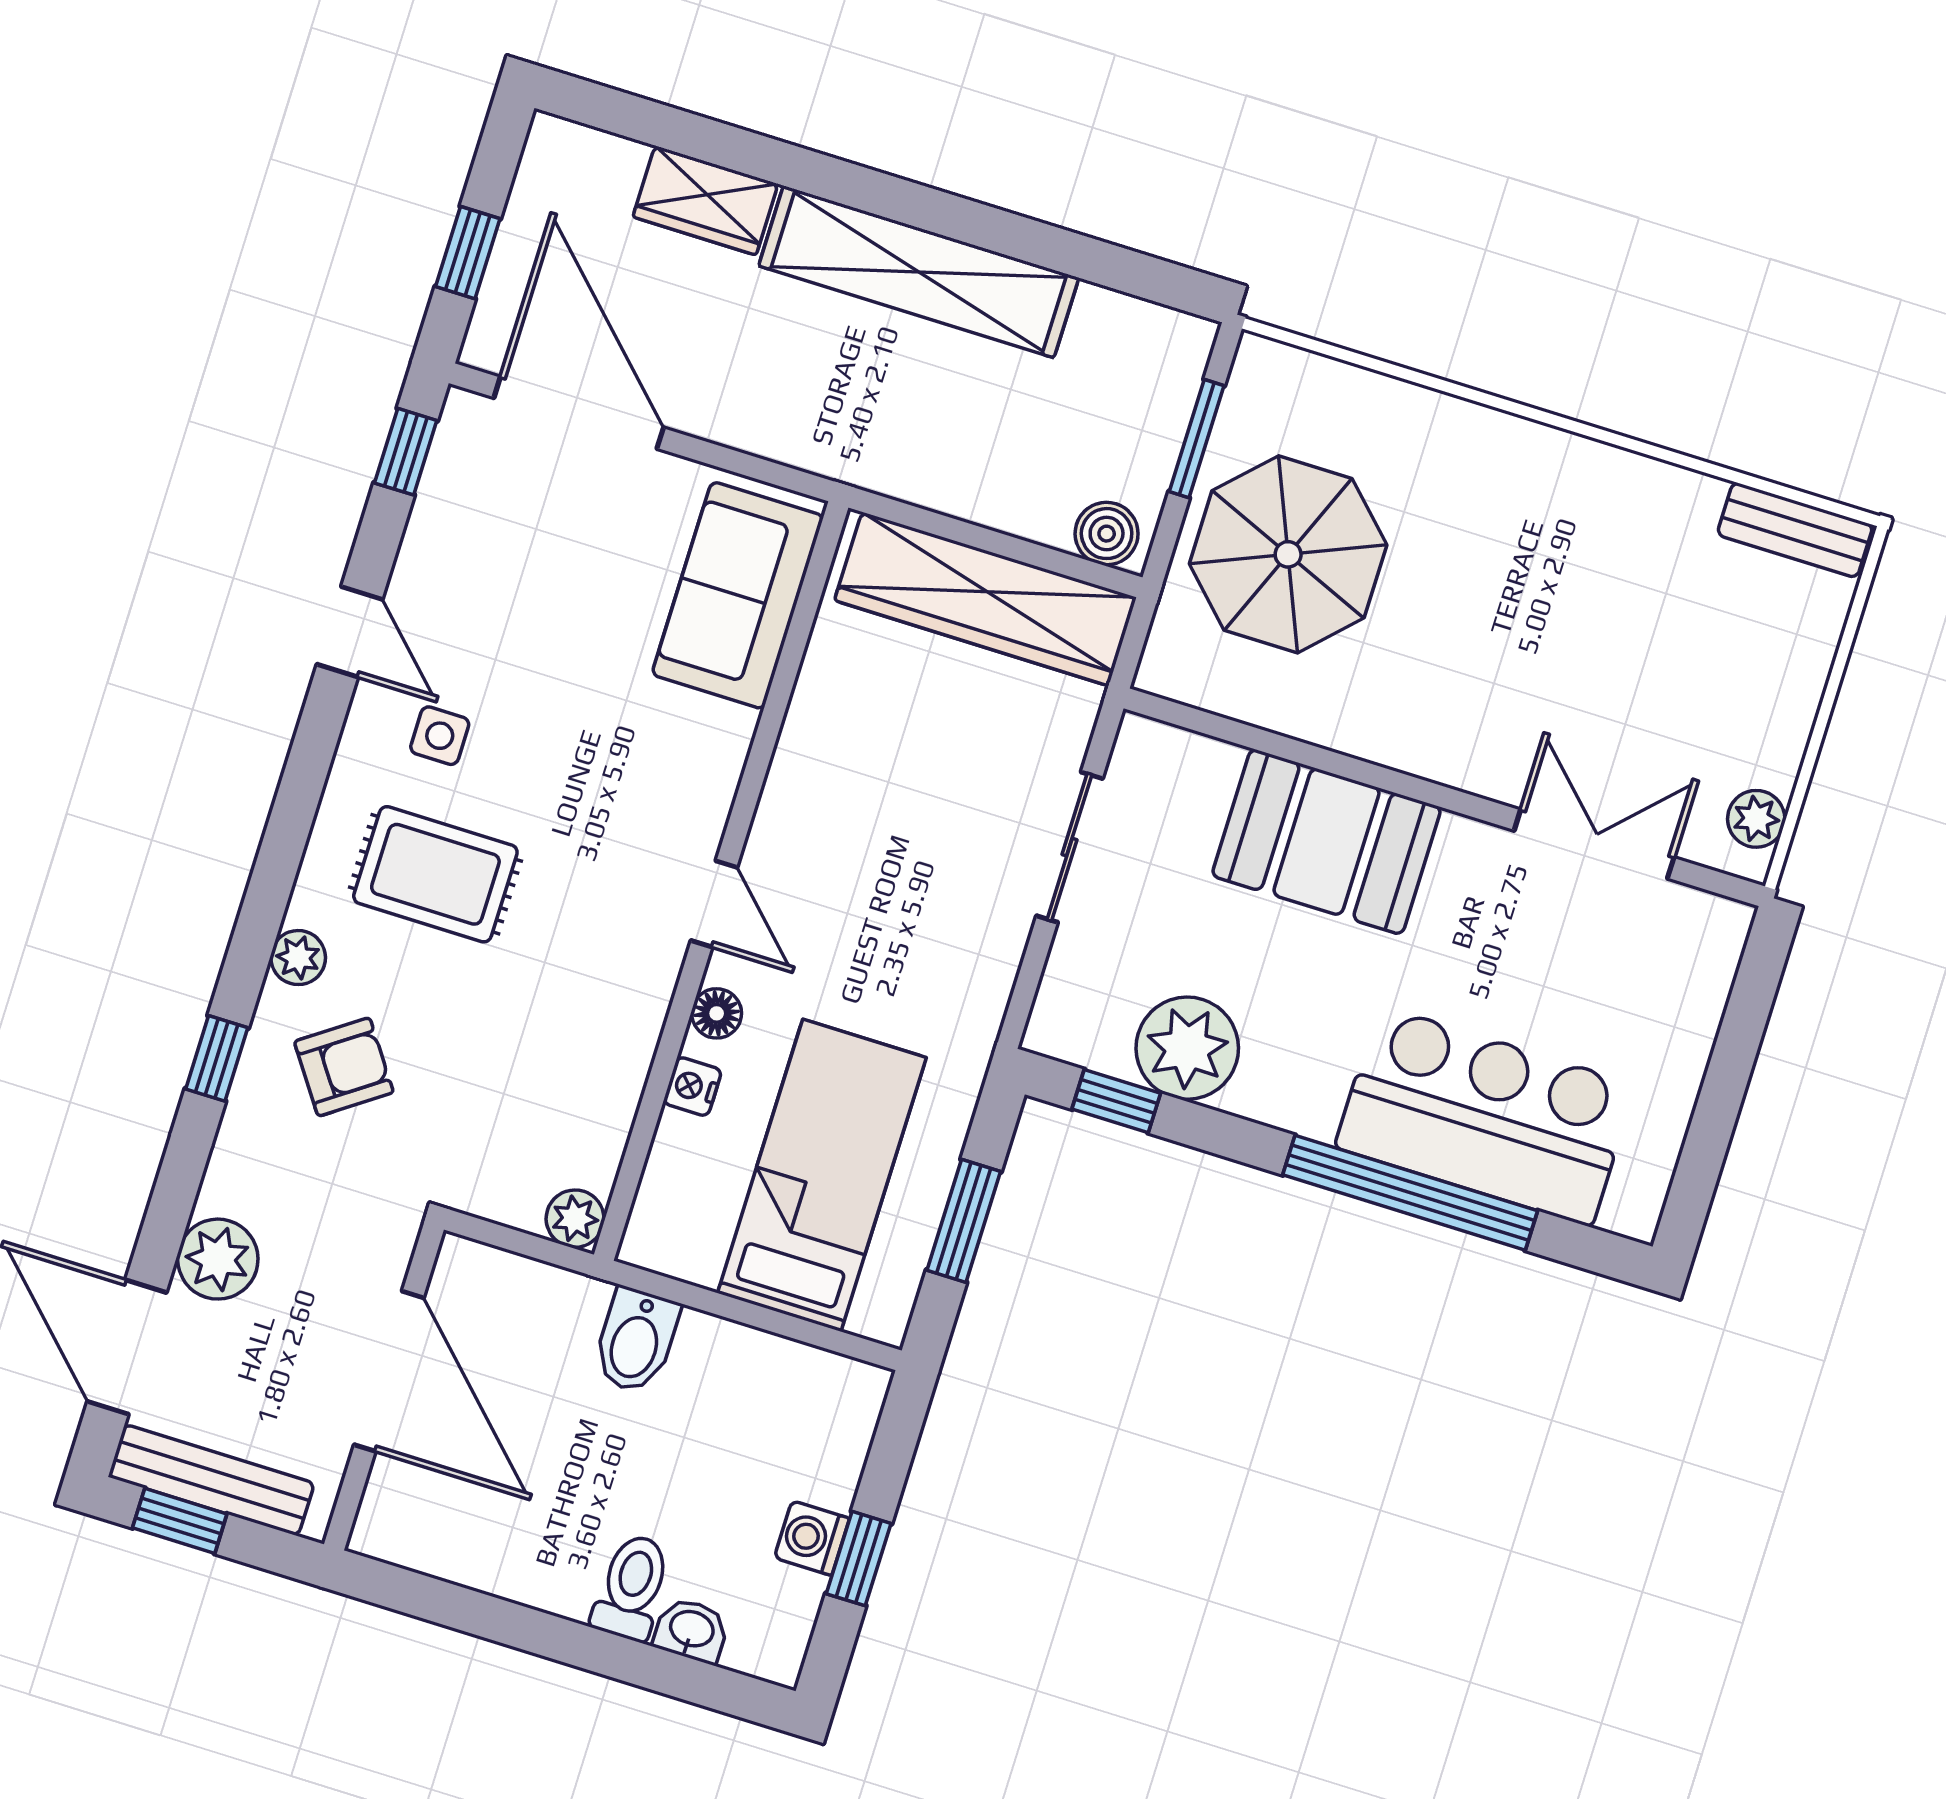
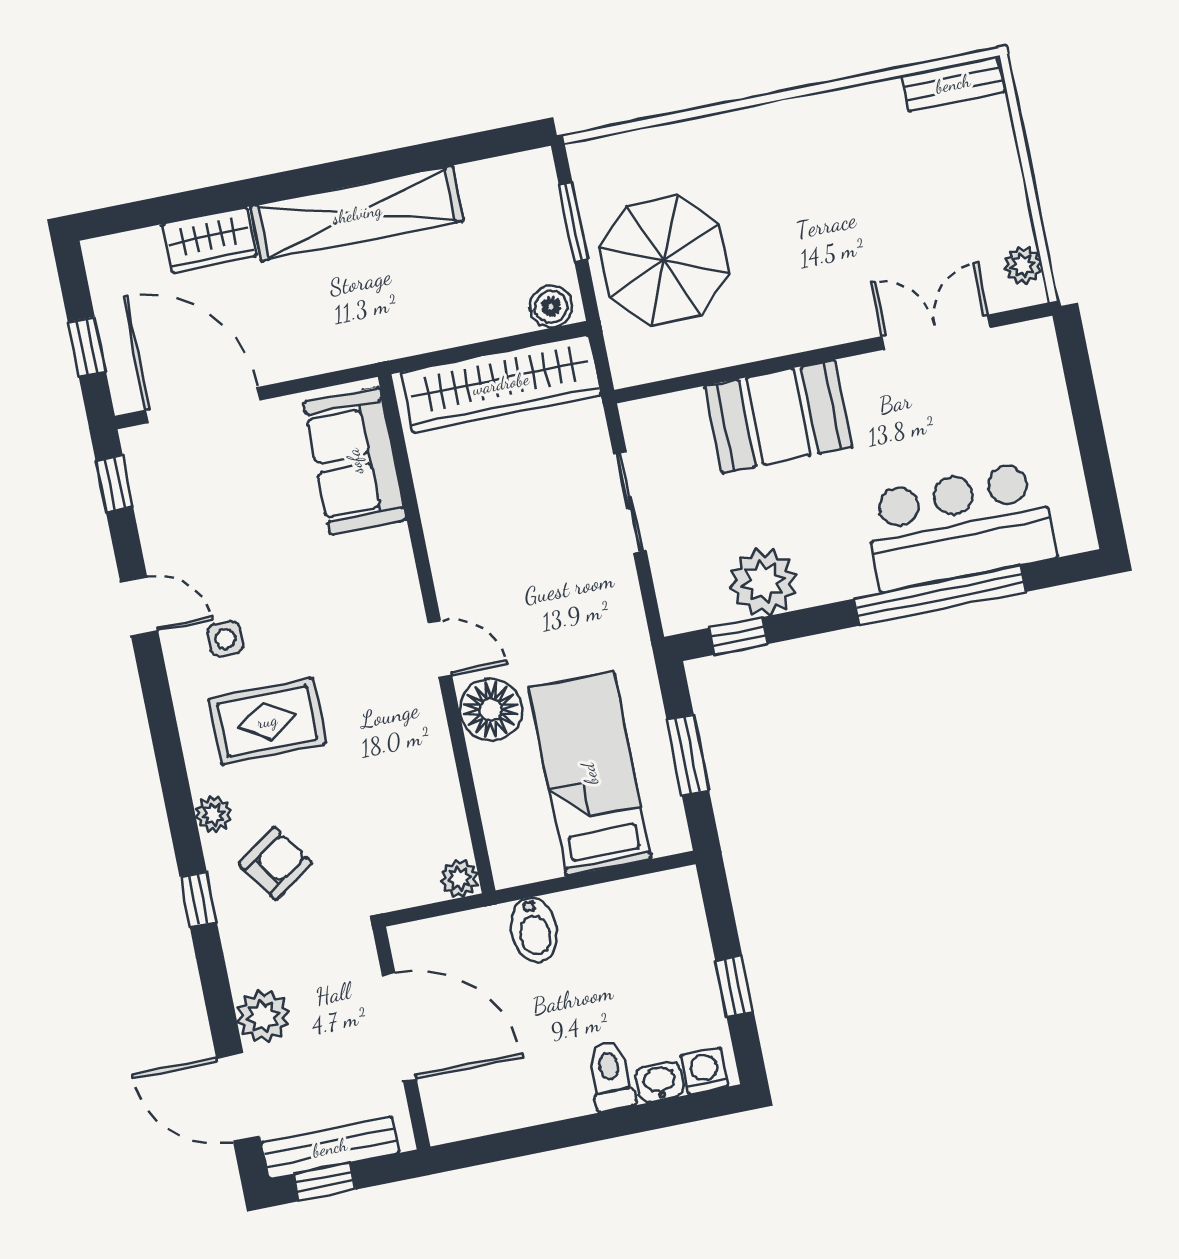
floor lamp: (717, 1013) -> (491, 710), width x1.89, depth x1.89
nightstand: (692, 1087) -> (486, 763), removed
washing machine: (812, 1538) -> (704, 1071), moved, turned 90

